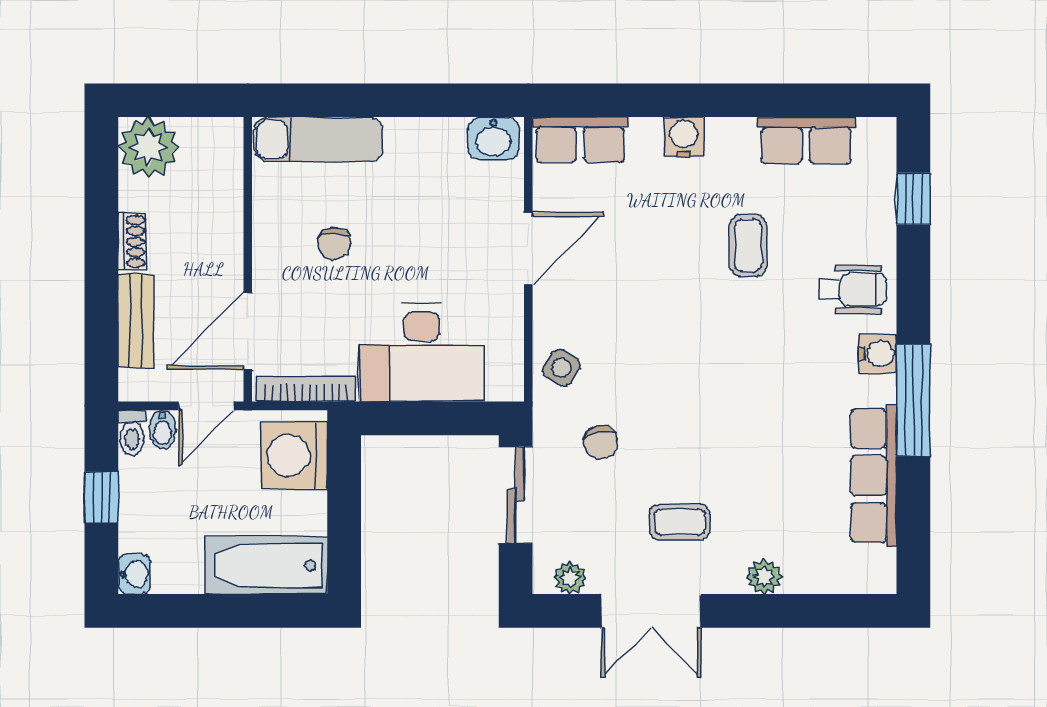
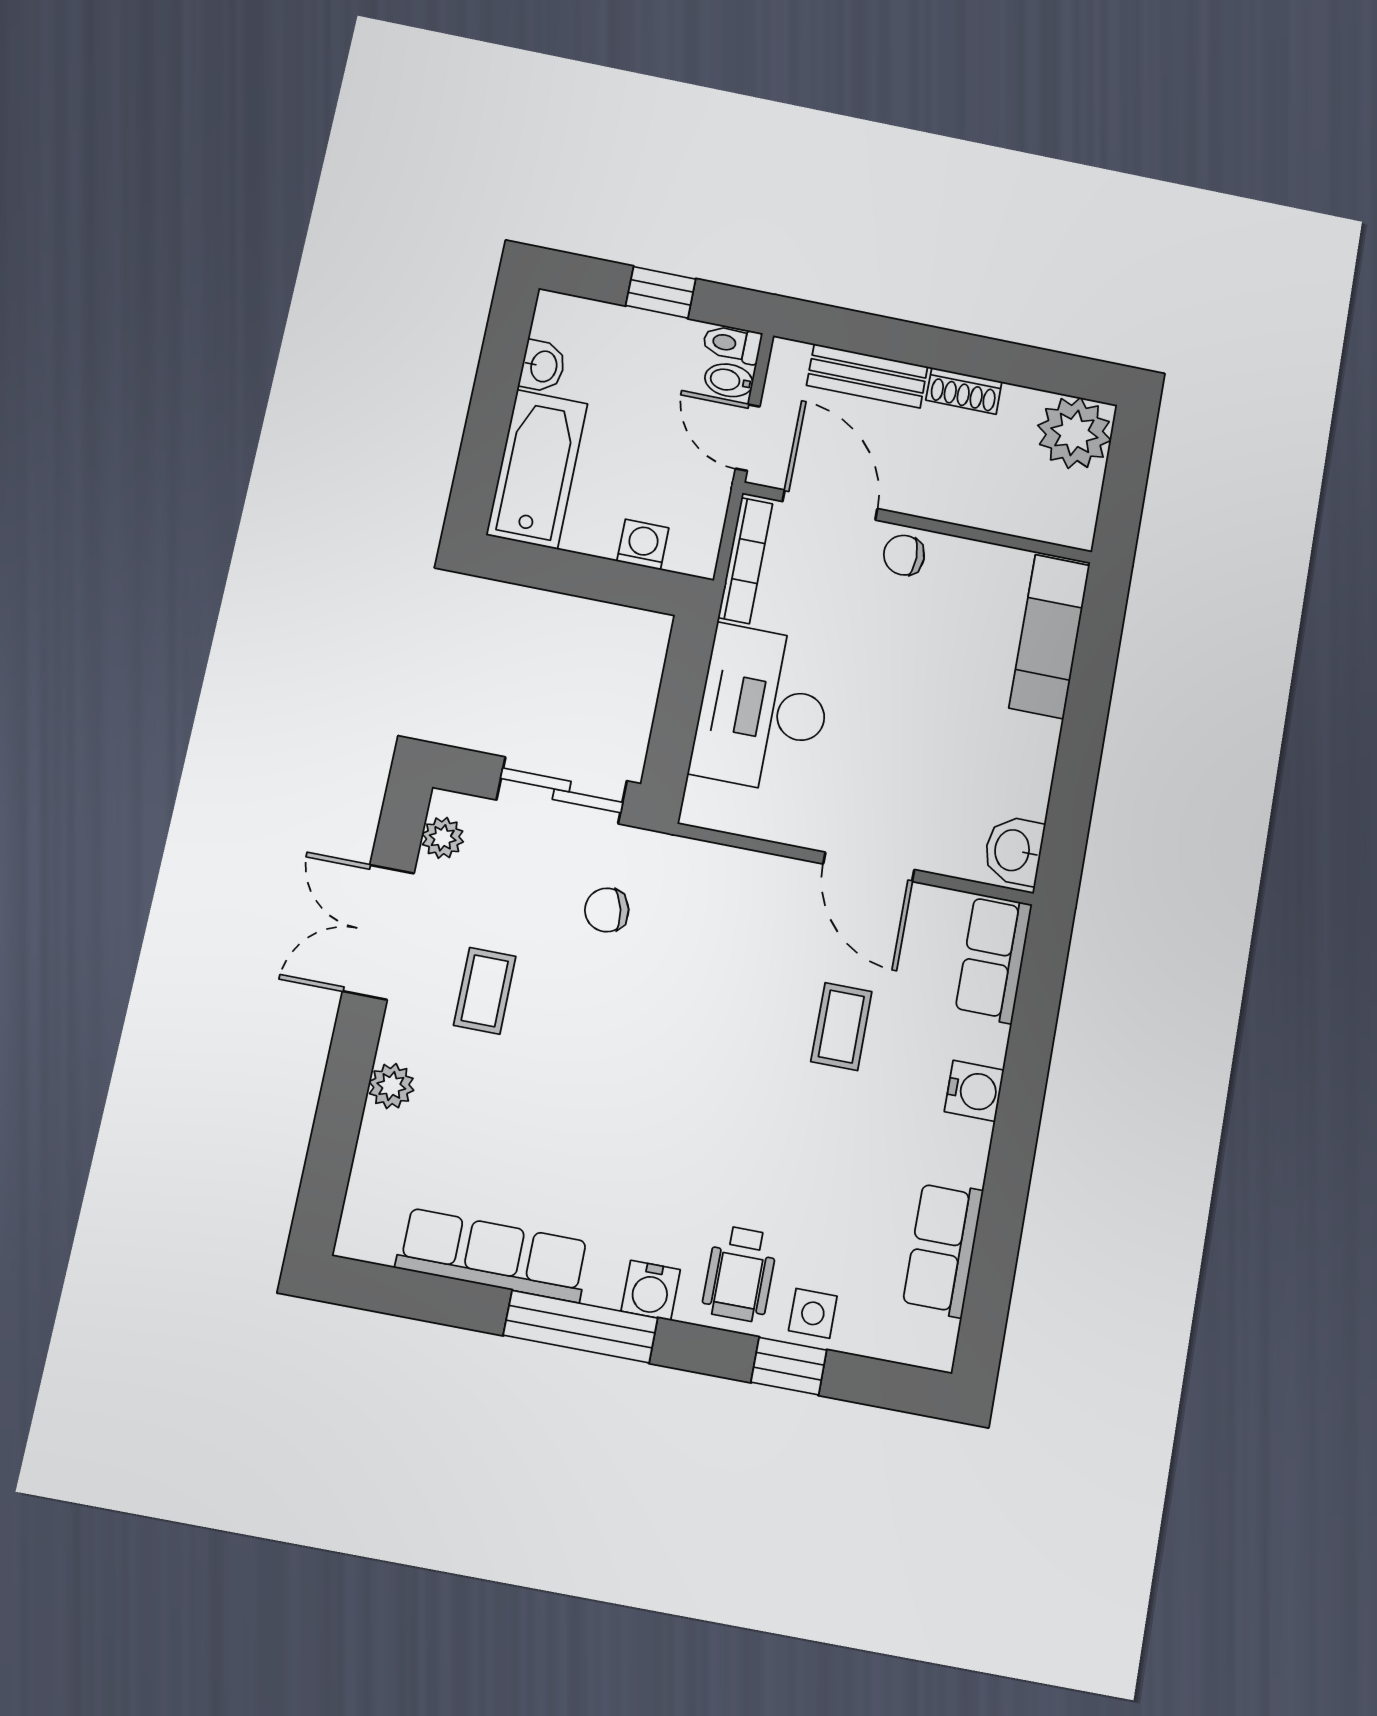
window: (913, 199) -> (789, 1366), moved
chair: (334, 244) -> (904, 555), moved
coffee table: (748, 245) -> (841, 1027), moved, turned 90
side table: (562, 368) -> (813, 1313), moved, turned -32
washing machine: (294, 455) -> (643, 545), width x0.53, depth x0.53
washbasin: (134, 574) -> (543, 366), moved, turned -90

